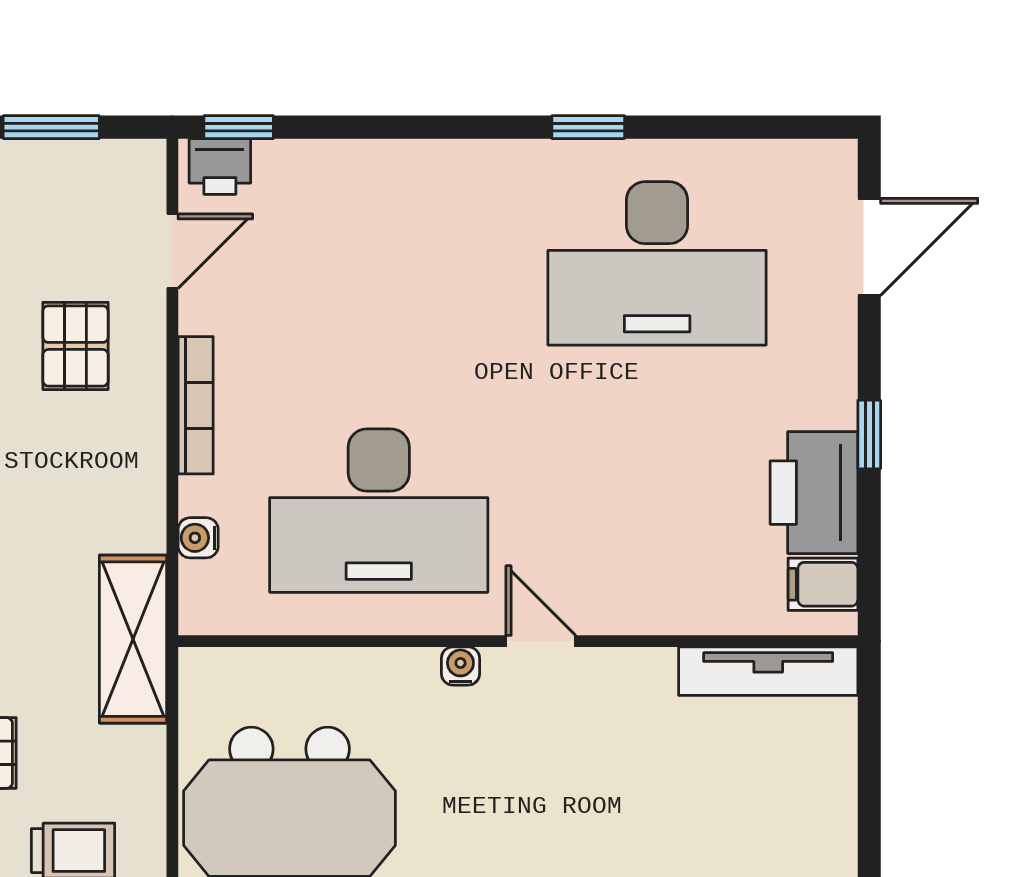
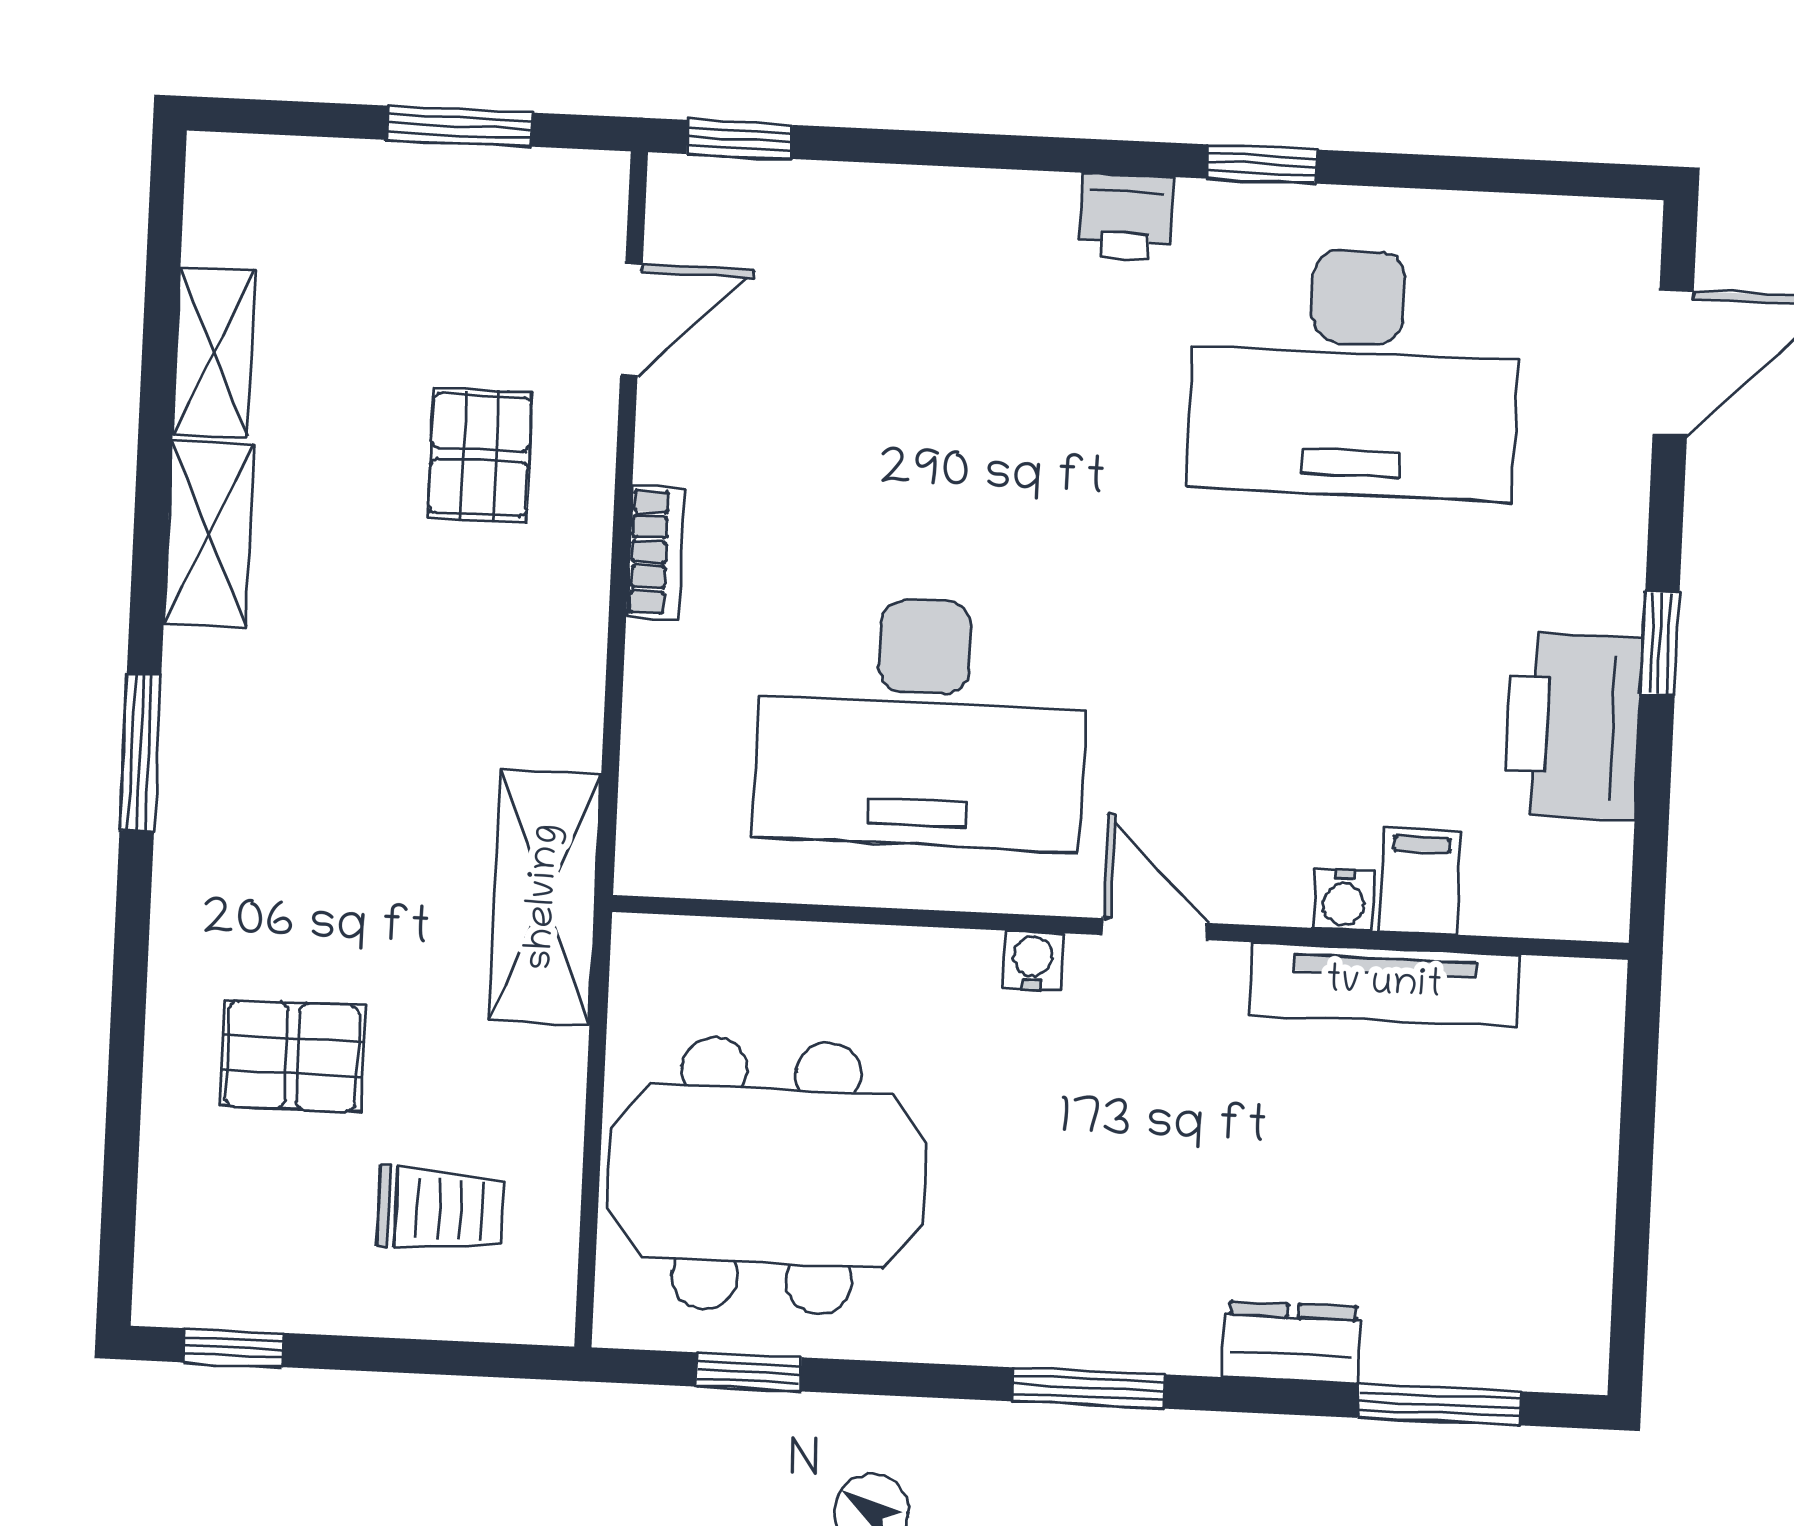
printer: (220, 166) -> (1126, 217), moved
bookcase: (196, 405) -> (655, 552), width x0.64
water cooler: (198, 538) -> (1344, 899), moved, turned -90
filing cabinet: (823, 584) -> (1420, 881), moved, turned 90
tv unit: (768, 671) -> (1384, 985), moved

